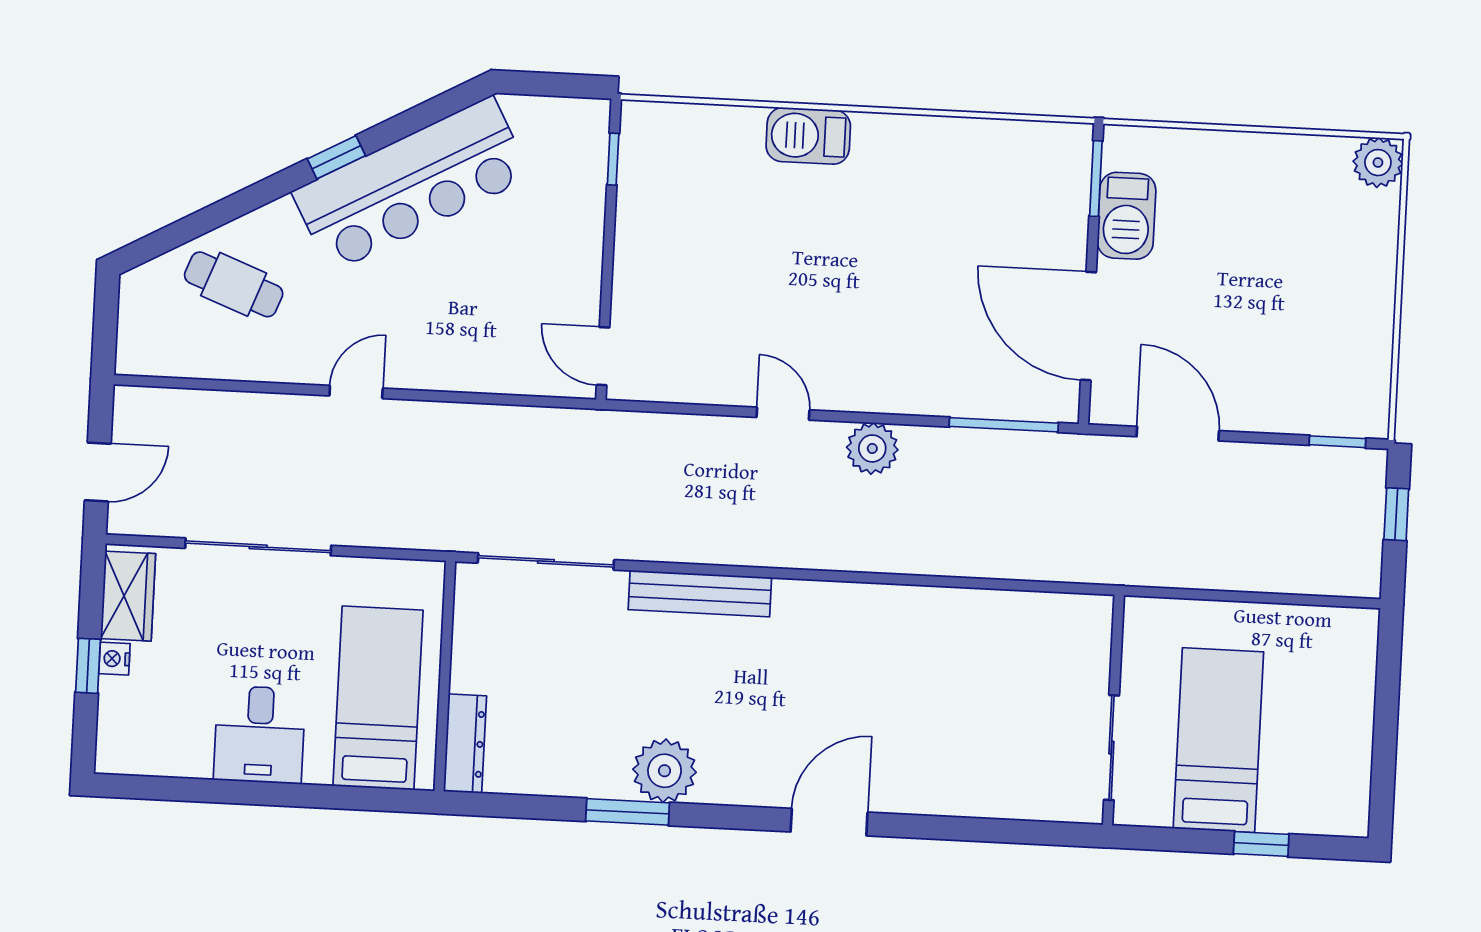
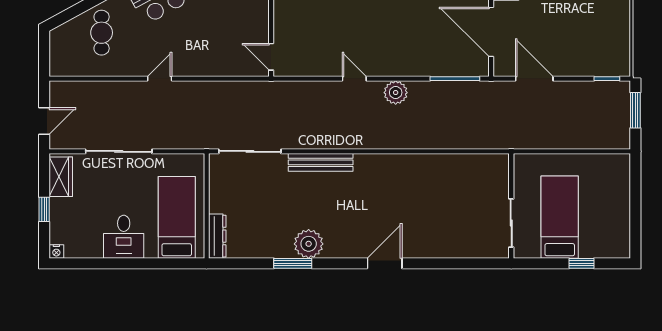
cafe table: (234, 284) -> (102, 33), turned 69
window: (1396, 514) -> (635, 110), width x1.50
nightstand: (114, 659) -> (56, 251), moved, turned -90

